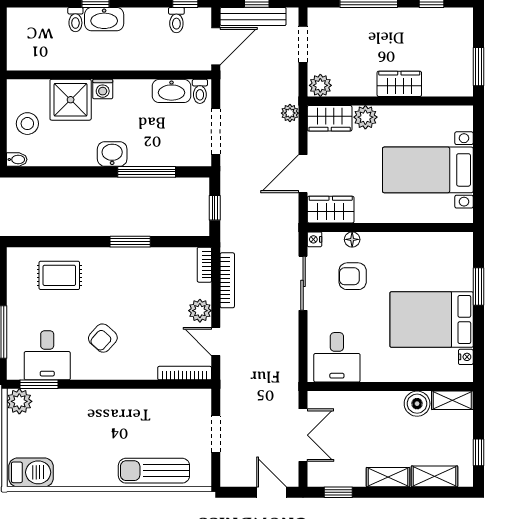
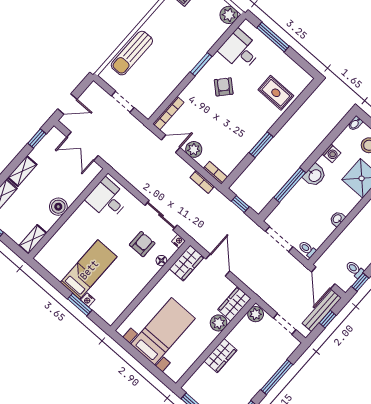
washing machine: (103, 89) -> (332, 153), moved, turned 180
washbasin: (172, 91) -> (337, 219), moved, width x0.52, depth x0.69
plant: (290, 113) -> (255, 286), removed
rug: (59, 275) -> (276, 93), turned 90
bookcase: (227, 280) -> (202, 182), width x0.64
bed: (432, 320) -> (89, 270), width x0.67
nightstand: (466, 357) -> (88, 300), moved
window: (39, 384) -> (201, 64), moved
boiler: (417, 404) -> (58, 207), moved
sun lounger: (154, 471) -> (132, 53), turned 180

